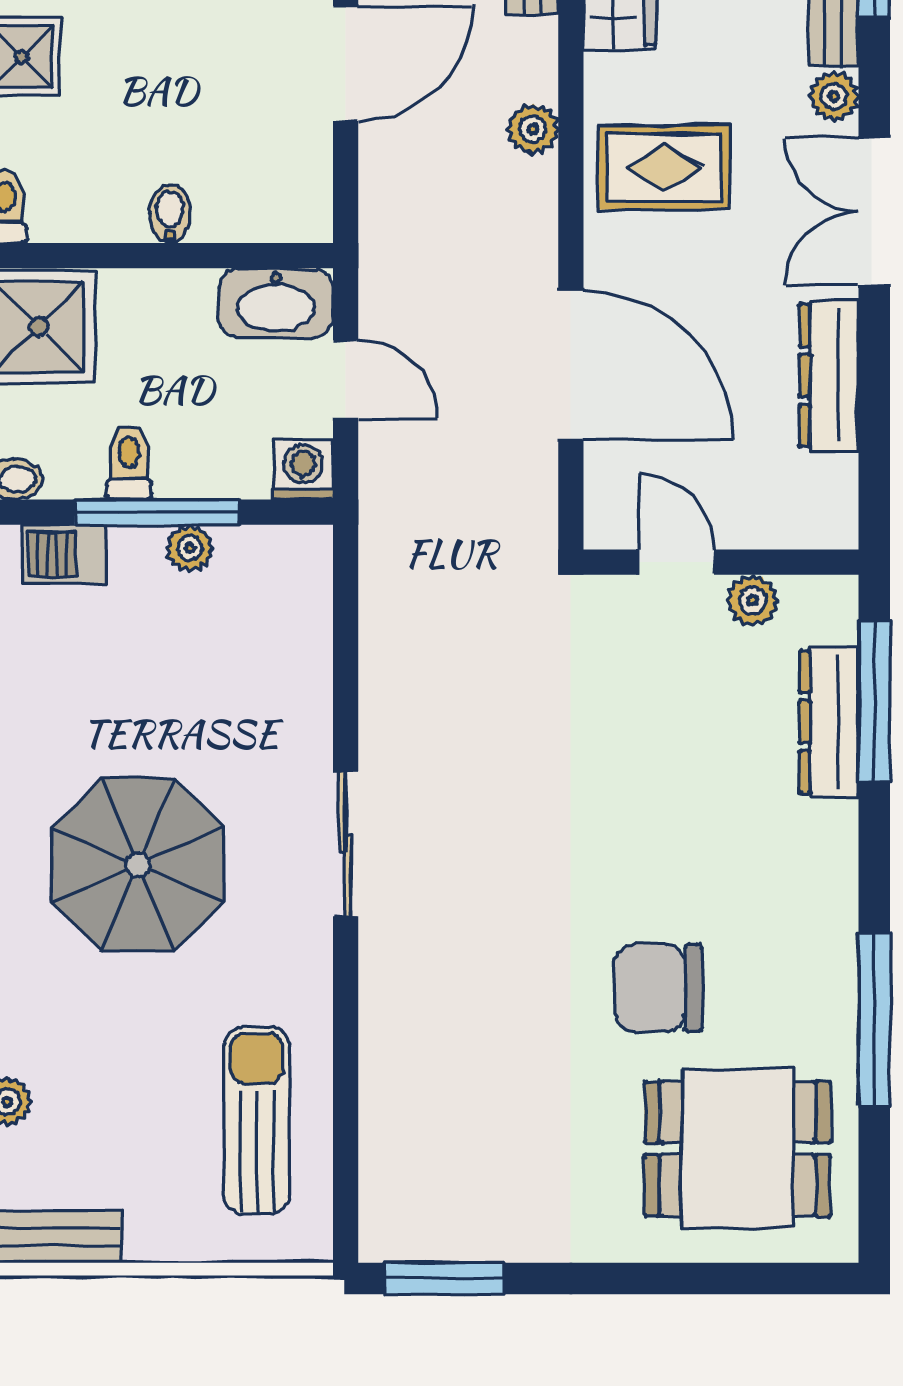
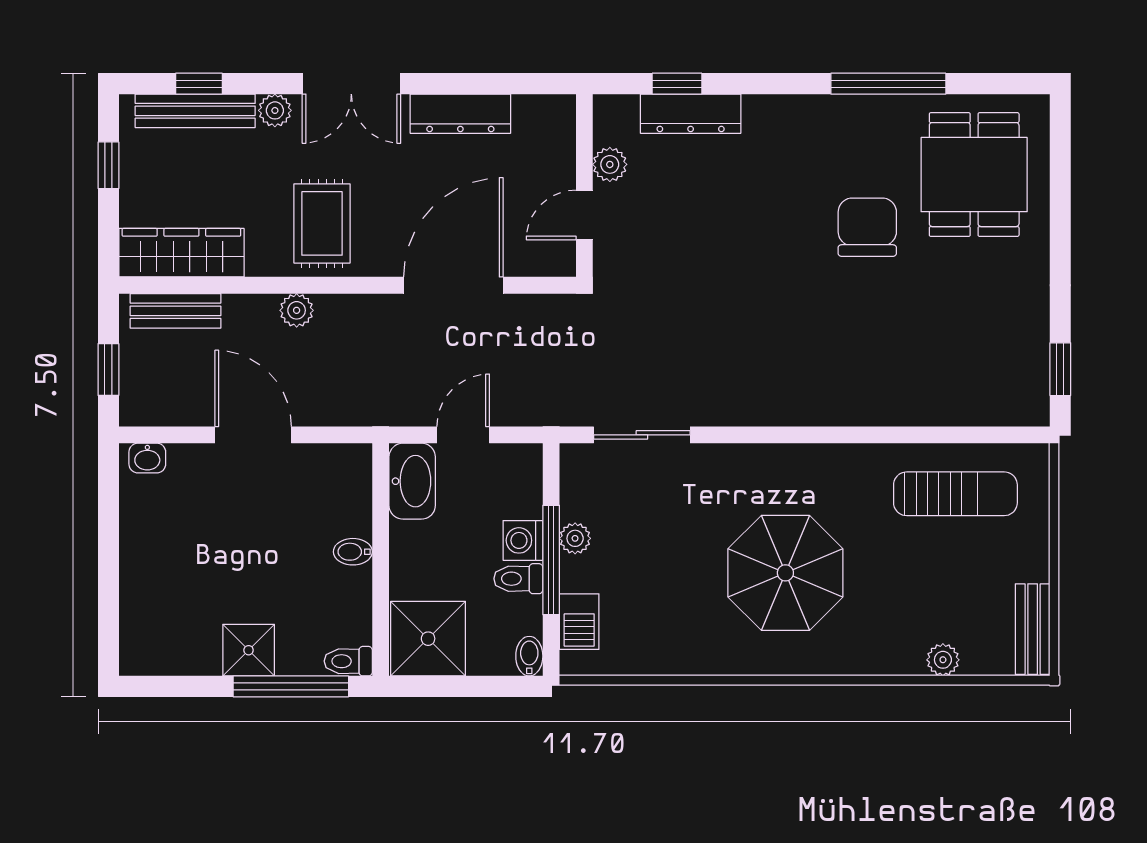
washing machine: (303, 470) -> (523, 540), moved
window: (874, 702) -> (677, 84), width x0.46
sliding door: (346, 844) -> (642, 435), moved
chair: (658, 988) -> (867, 227), turned 180
sun lounger: (257, 1121) -> (955, 494), turned 180
window: (445, 1278) -> (1060, 369), width x0.67

